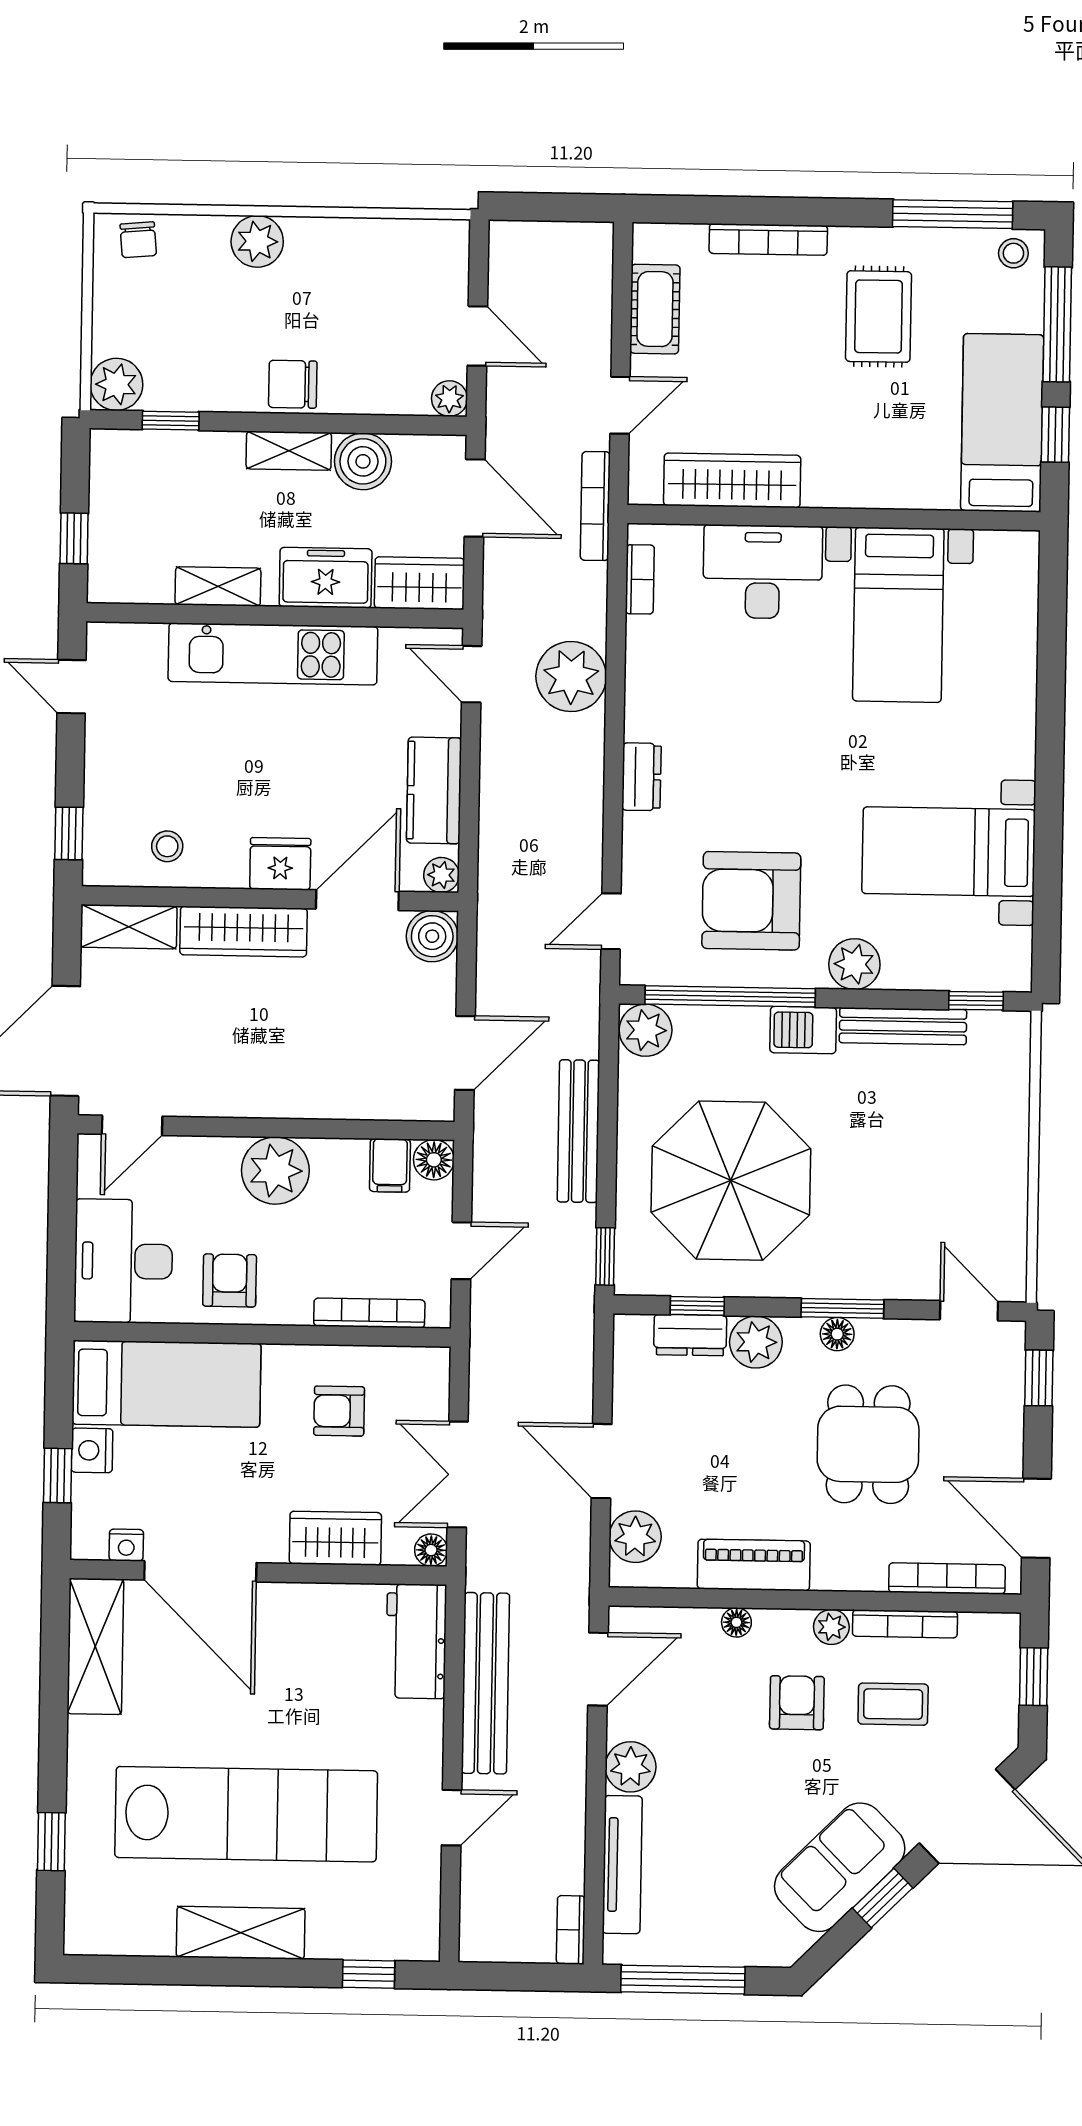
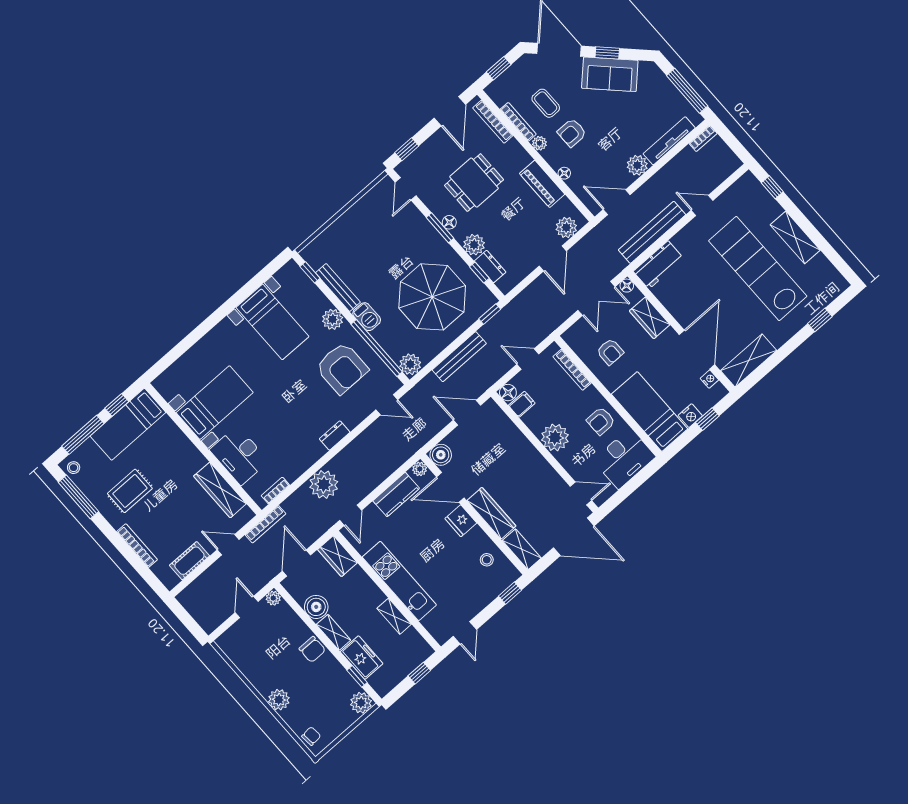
freezer: (326, 578) -> (362, 658), moved, turned 180

